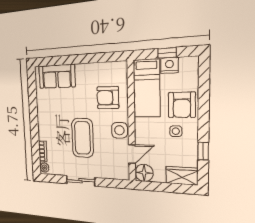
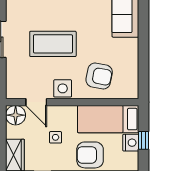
armchair: (108, 98) -> (99, 76), turned 101
side table: (176, 131) -> (56, 137), moved

